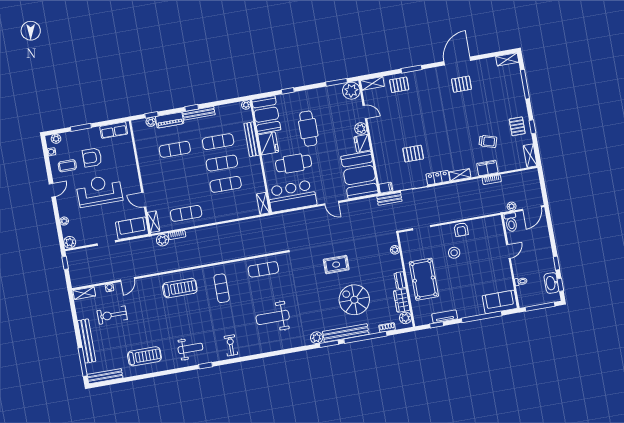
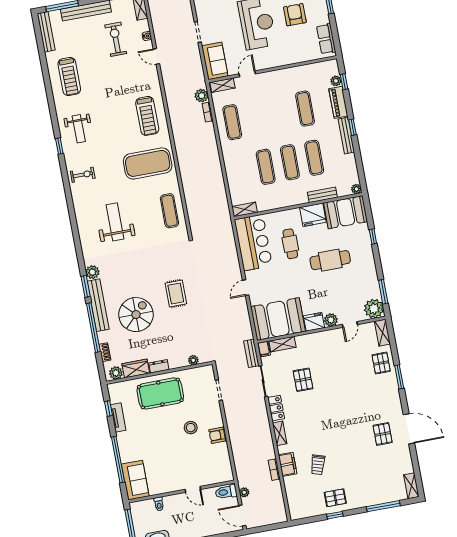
bench: (252, 139) -> (322, 195), width x0.73
shelving: (530, 156) -> (282, 344), moved
cafe table: (294, 163) -> (290, 244), width x0.73, depth x0.74
exercise mat: (222, 288) -> (148, 163), width x2.00, depth x1.45

